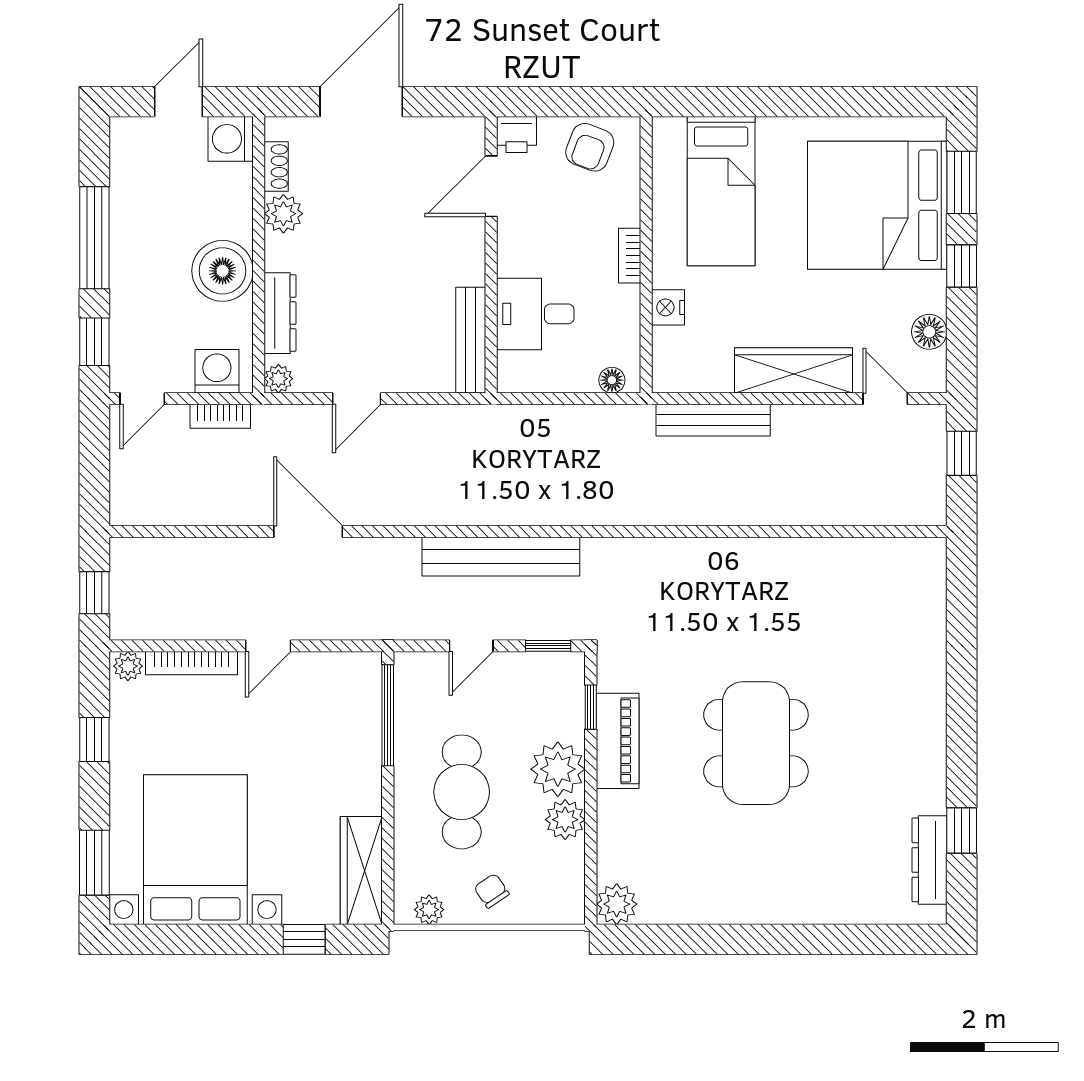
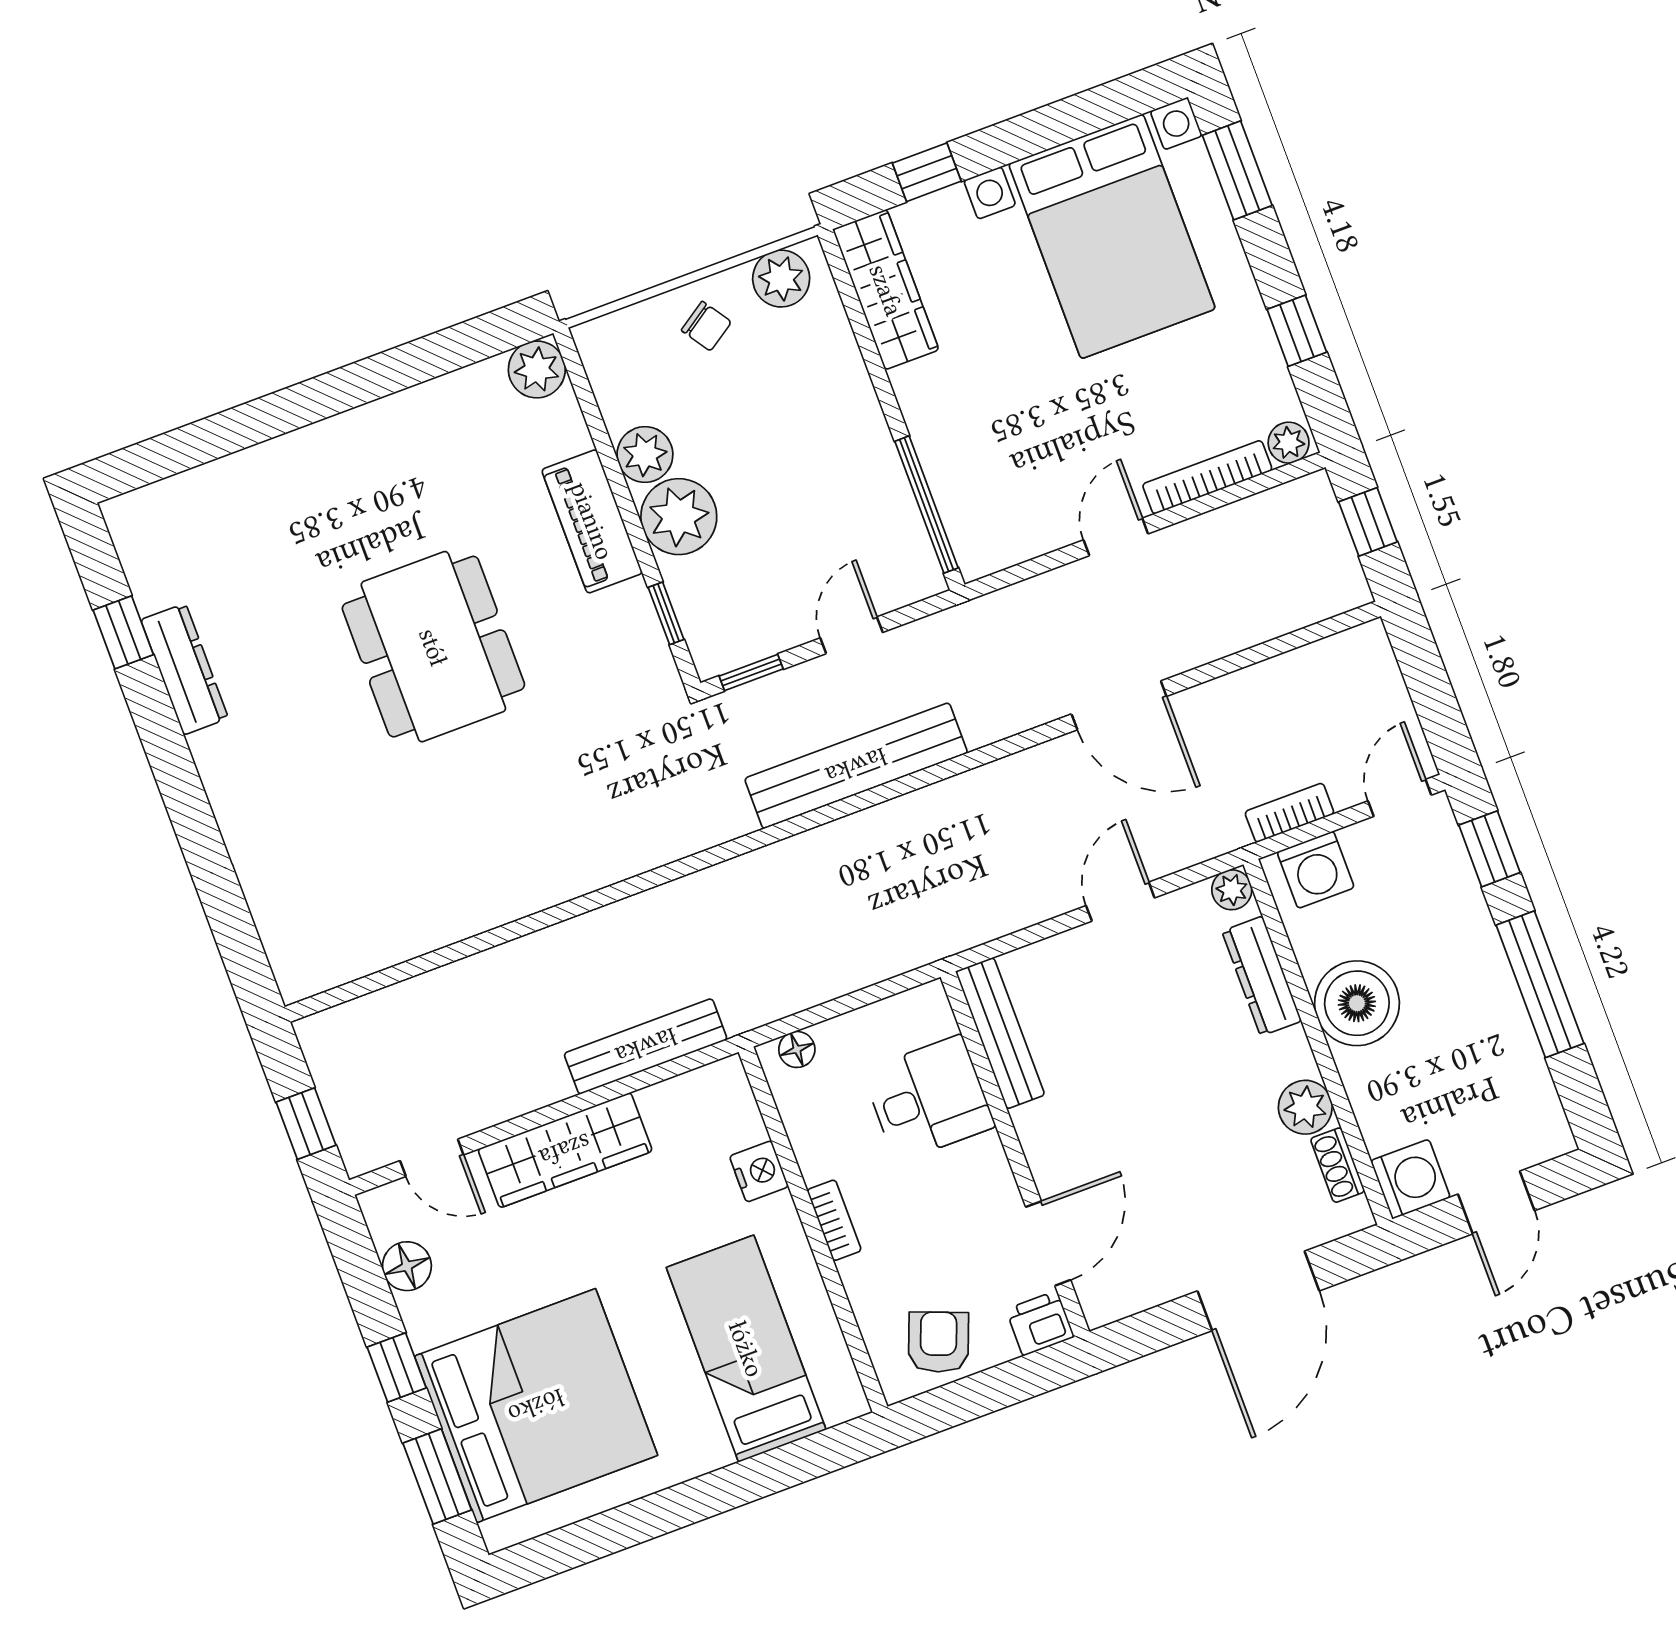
piano: (618, 741) -> (592, 521), moved
cafe table: (462, 792) -> (793, 440), removed
dresser: (929, 860) -> (185, 669), moved
plant: (429, 910) -> (781, 279), width x1.38, depth x1.38

